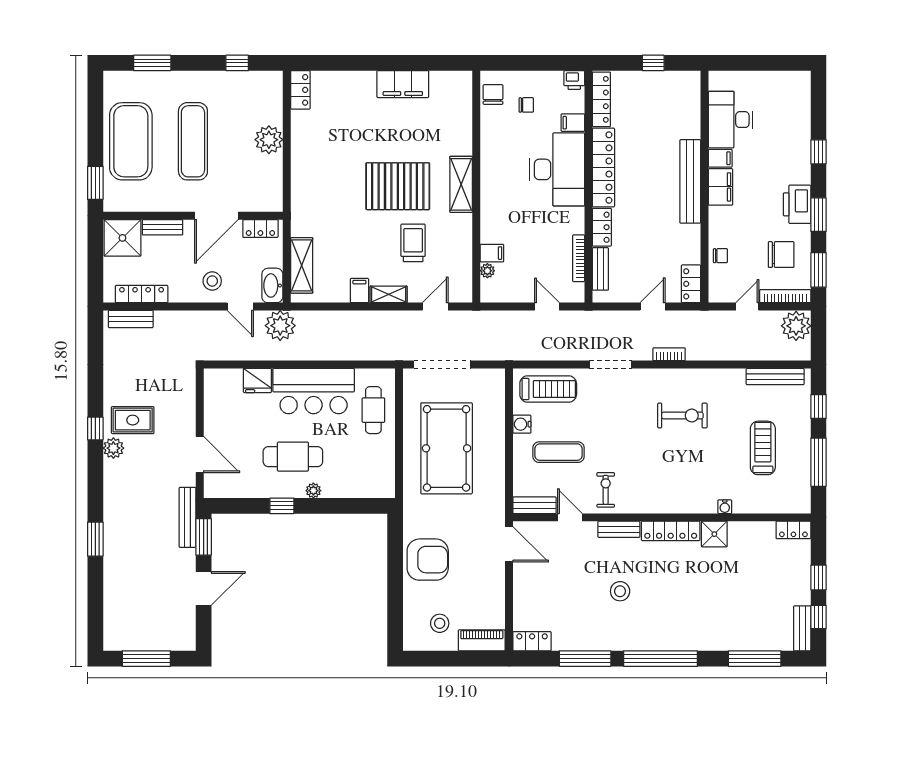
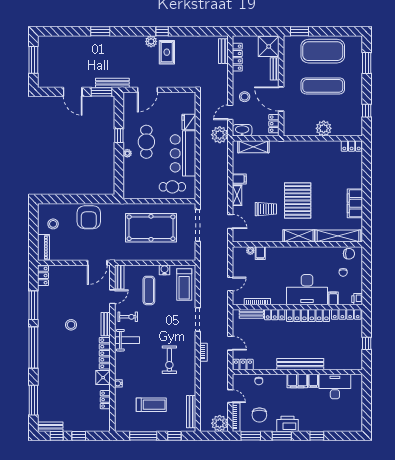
shelving: (461, 114) -> (338, 236), added
weight bench: (647, 490) -> (128, 340), added
locker: (793, 530) -> (105, 400), moved

